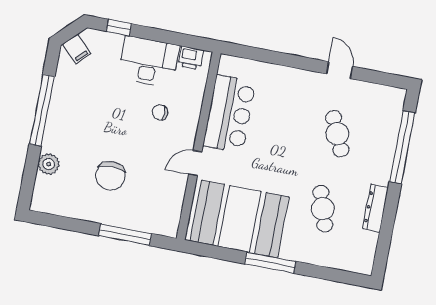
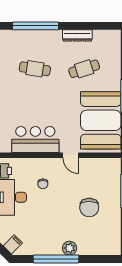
cafe table: (337, 134) -> (35, 69), turned 33
plant: (49, 164) -> (70, 248), moved
chair: (110, 176) -> (89, 207), turned 90

